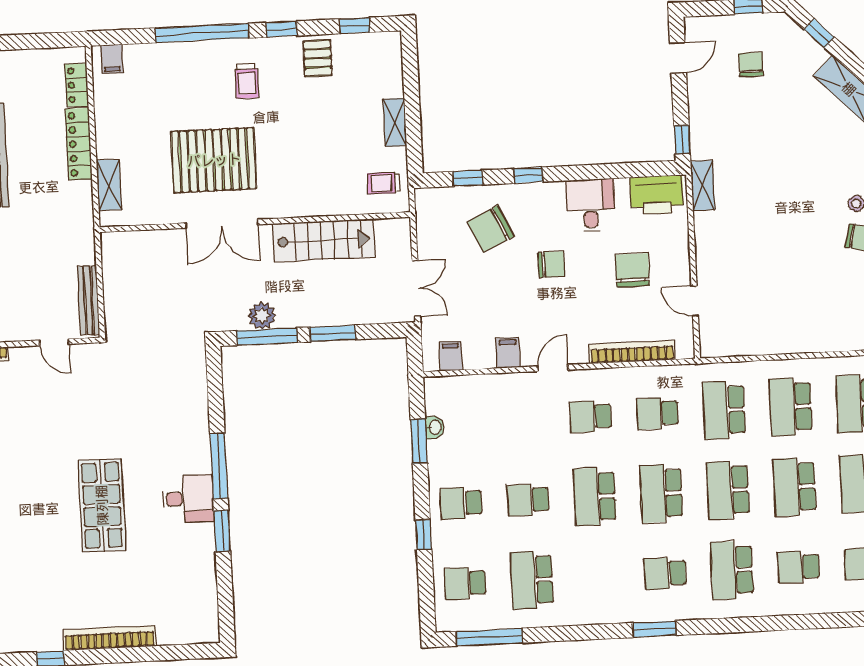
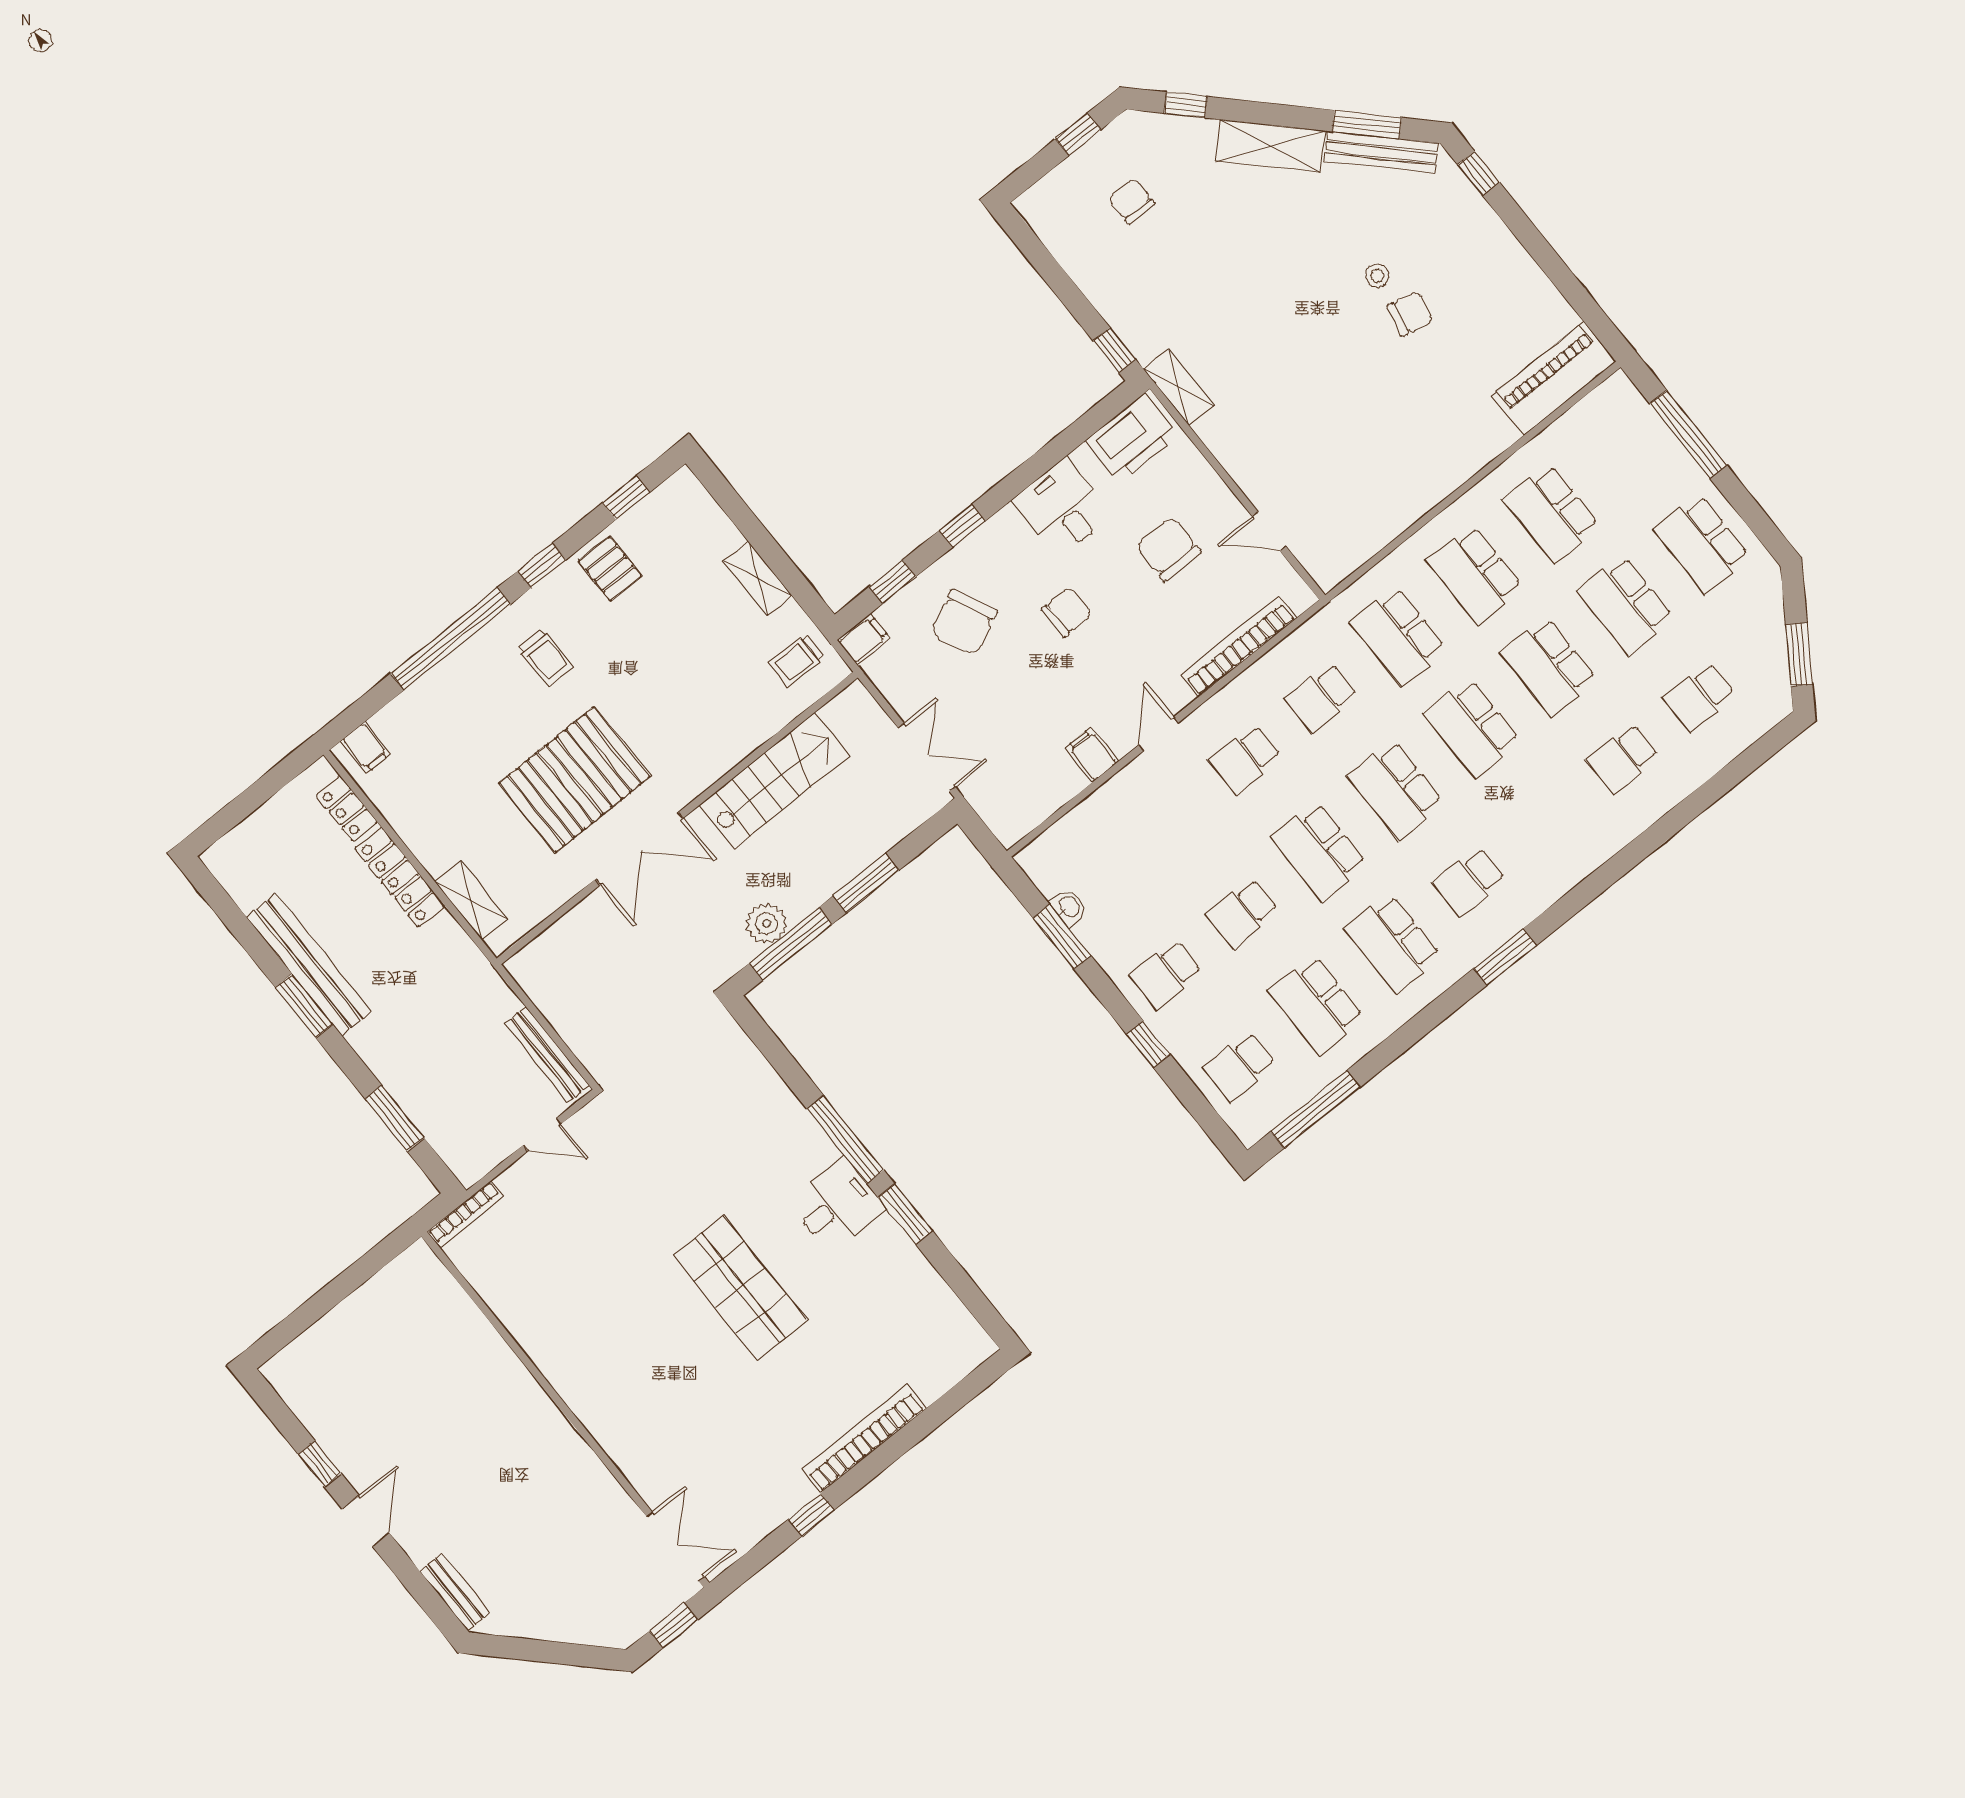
door: (678, 58) -> (1039, 257), removed
filing cabinet: (451, 356) -> (864, 639), moved, turned 90
school desk: (732, 570) -> (1393, 943), moved

